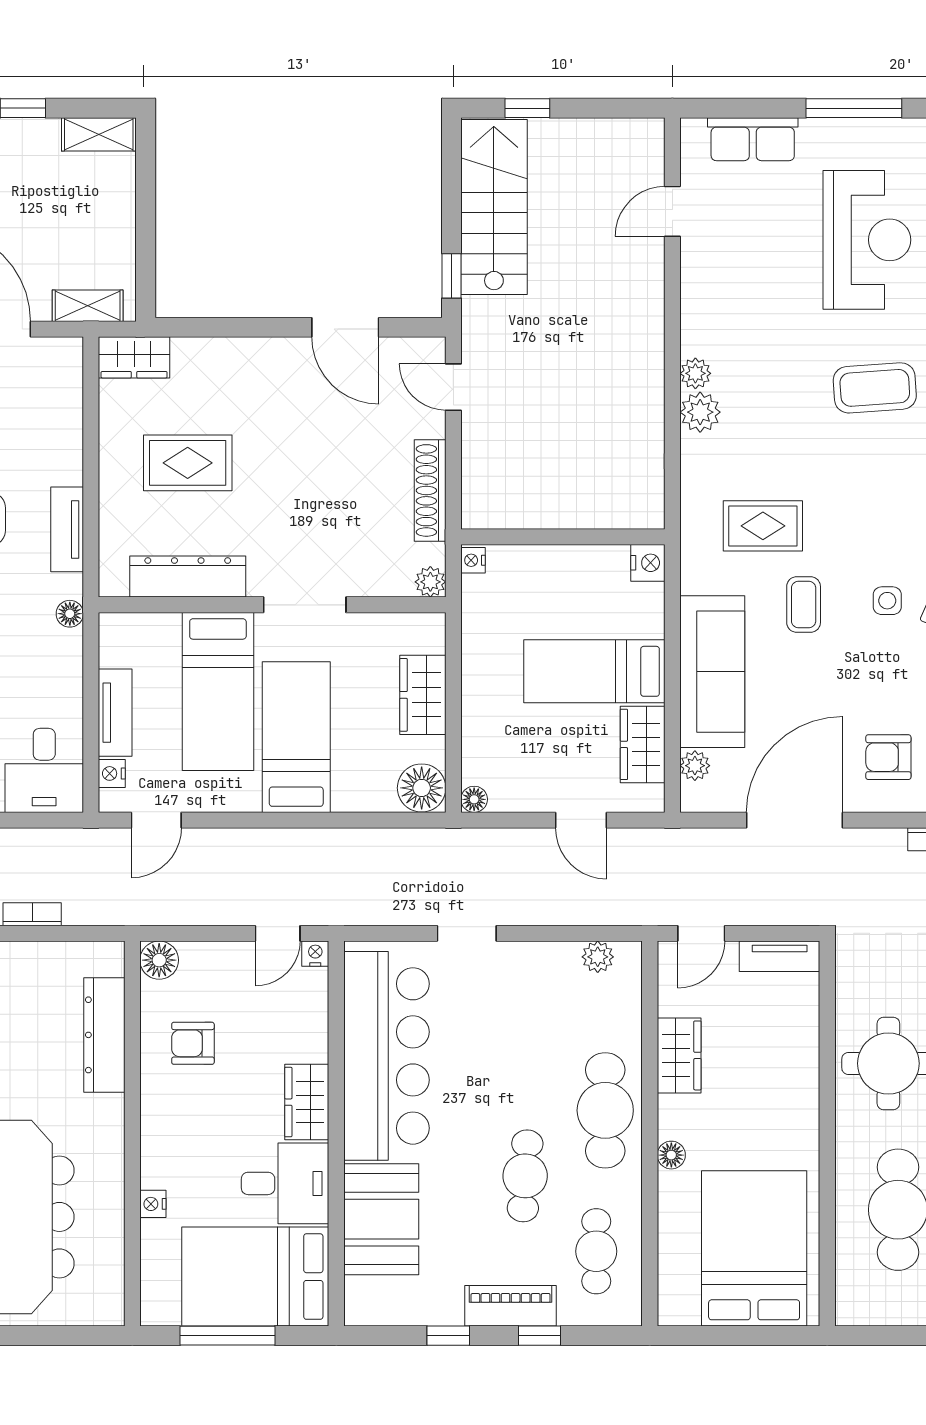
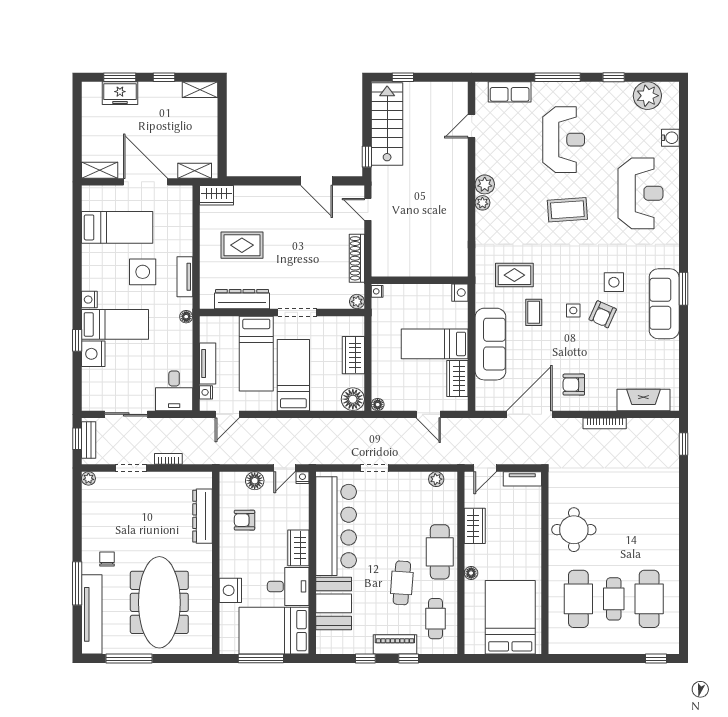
plant: (700, 412) -> (485, 184), moved
plant: (695, 766) -> (482, 389), removed
floor lamp: (159, 960) -> (255, 481), moved
nightstand: (153, 1204) -> (230, 590), width x1.89, depth x1.79

